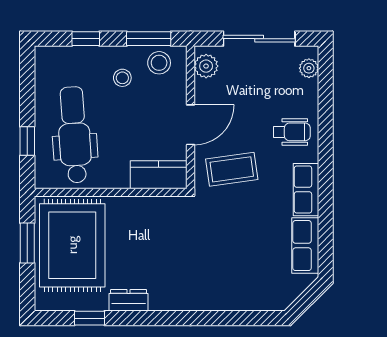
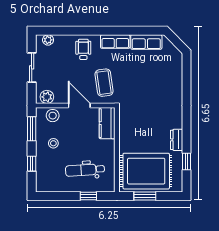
sliding door: (259, 39) -> (32, 67), width x0.73
stool: (159, 63) -> (53, 116), moved
dental chair: (74, 135) -> (85, 170), width x0.73, depth x0.72

